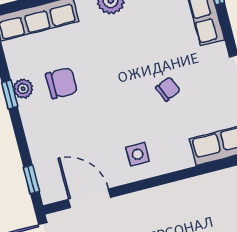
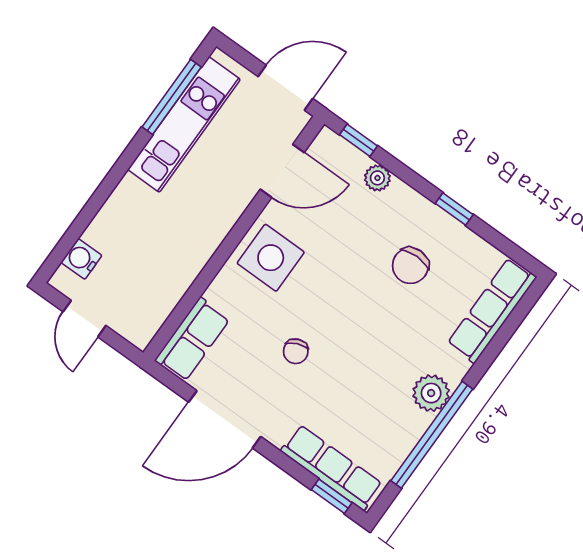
plant: (23, 89) -> (377, 178), moved
side table: (138, 154) -> (271, 258), width x1.87, depth x1.87

